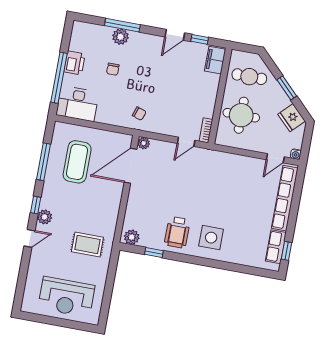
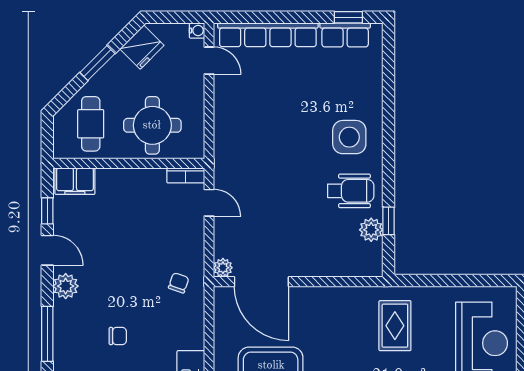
plant: (120, 37) -> (66, 286), moved
plant: (132, 237) -> (371, 230), moved

